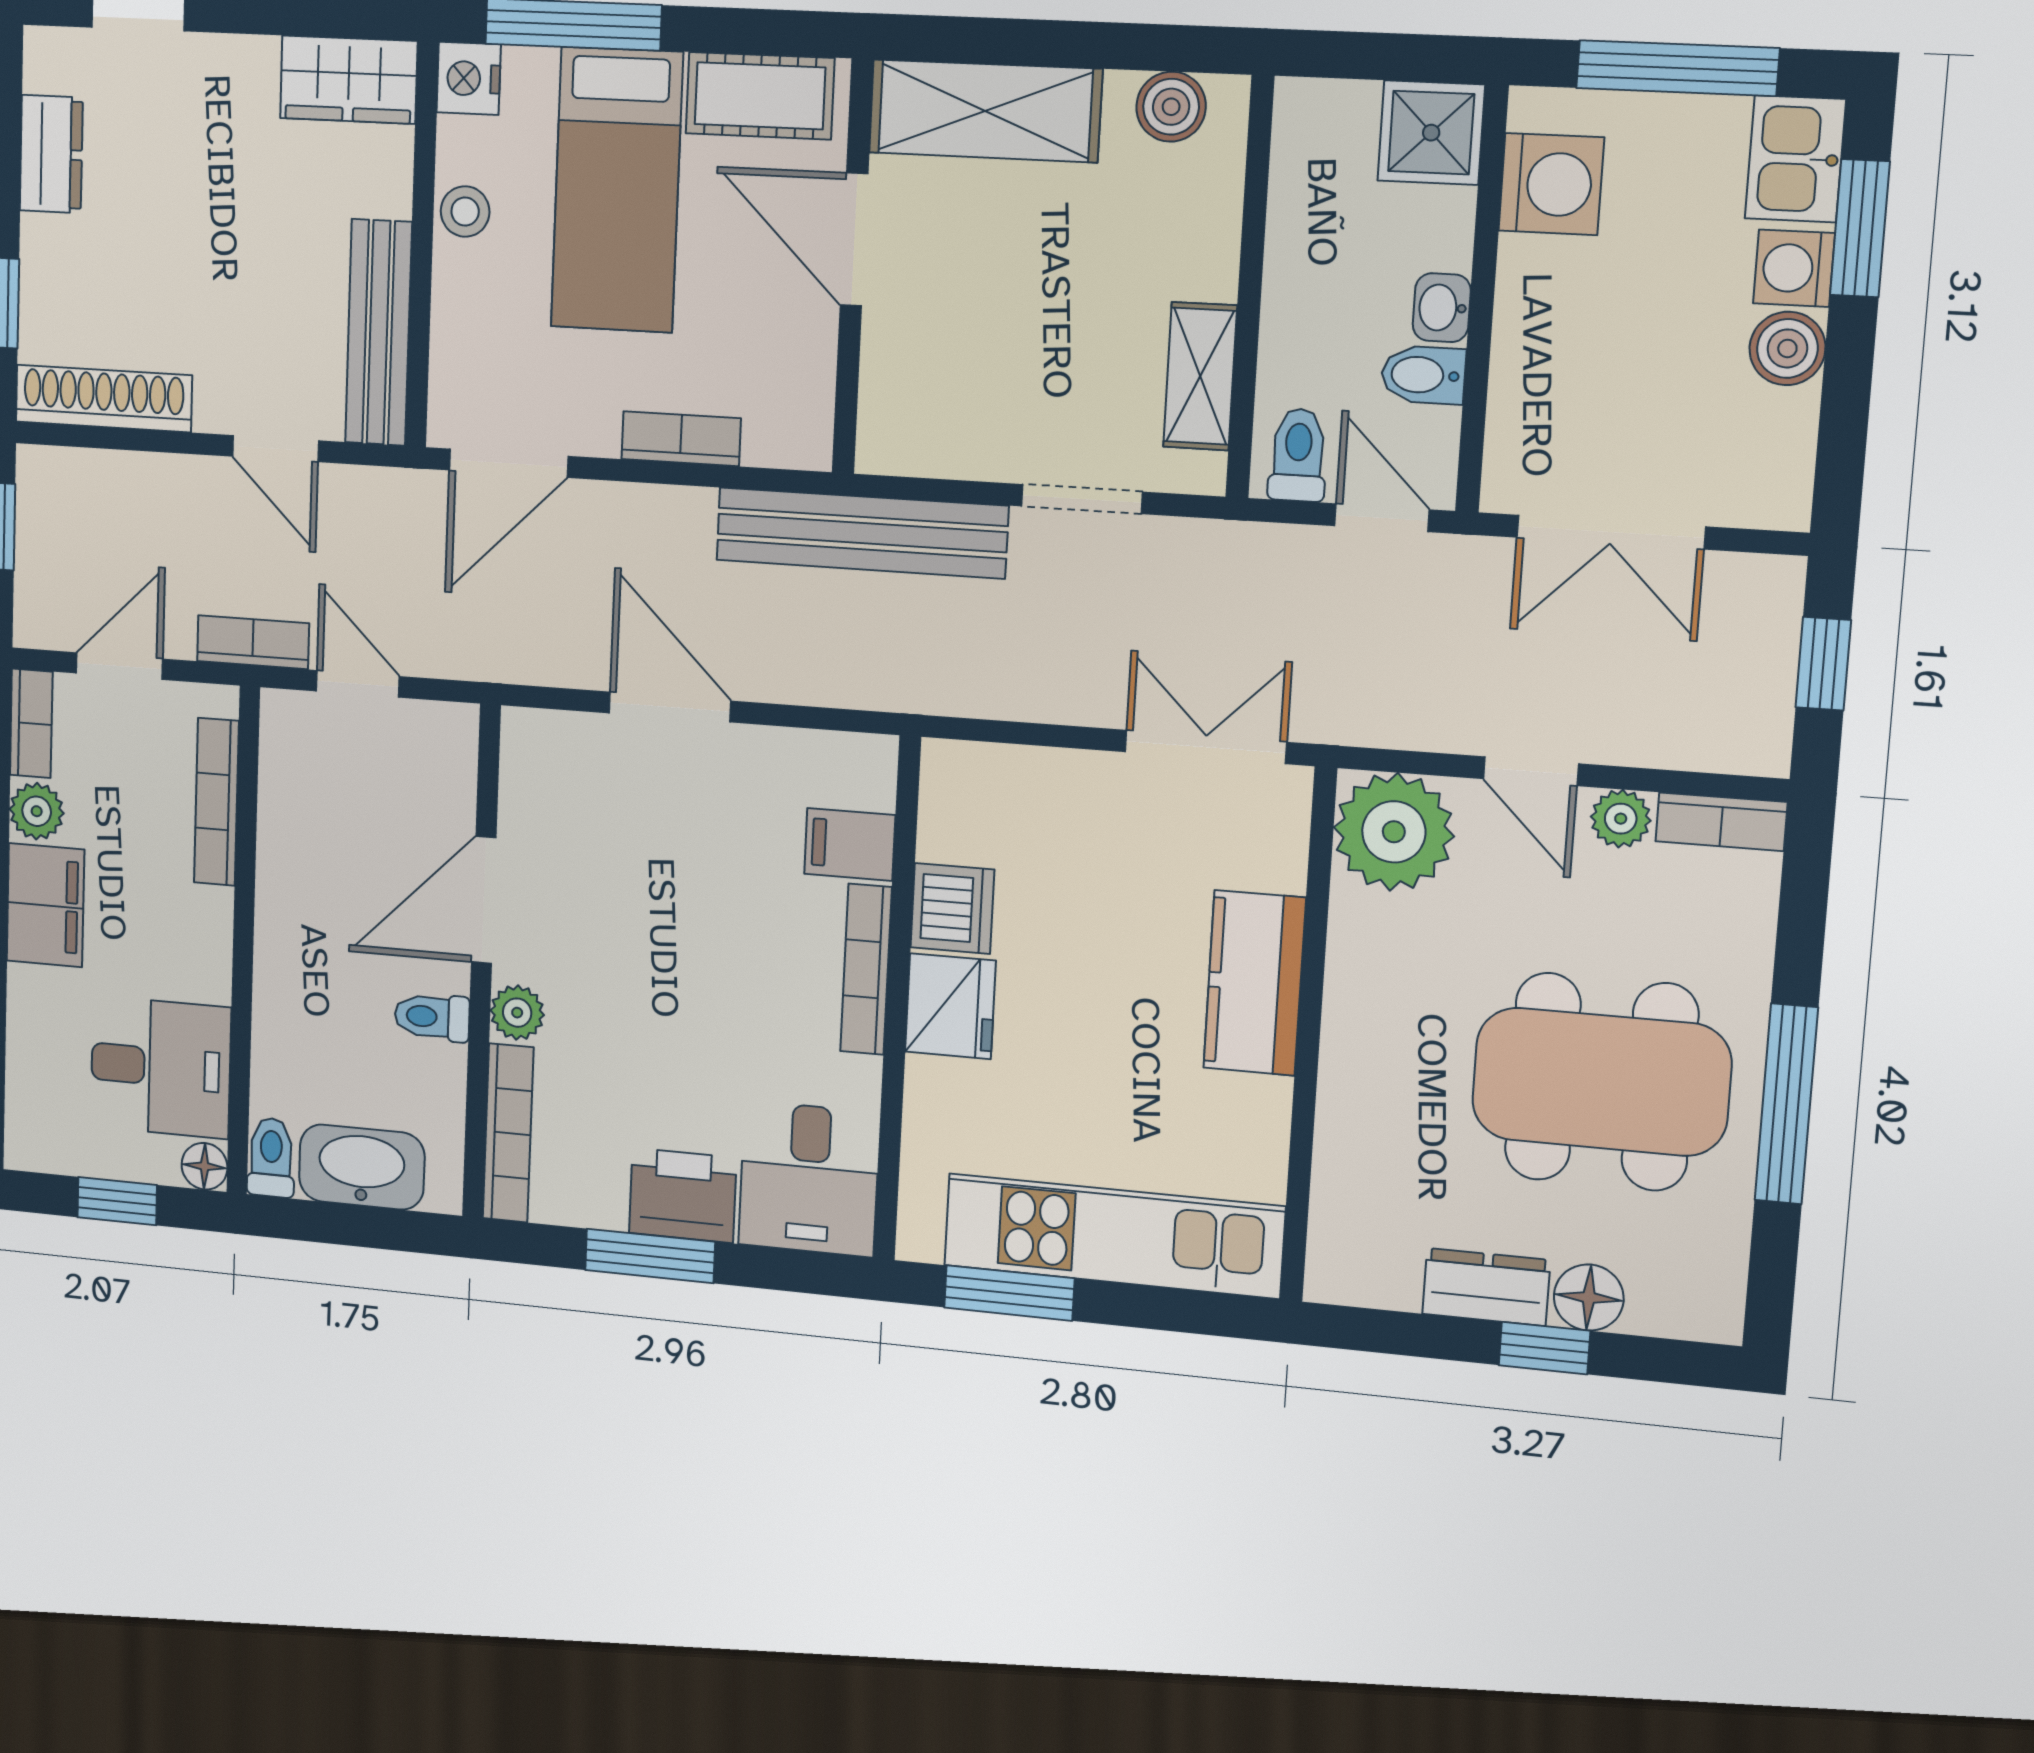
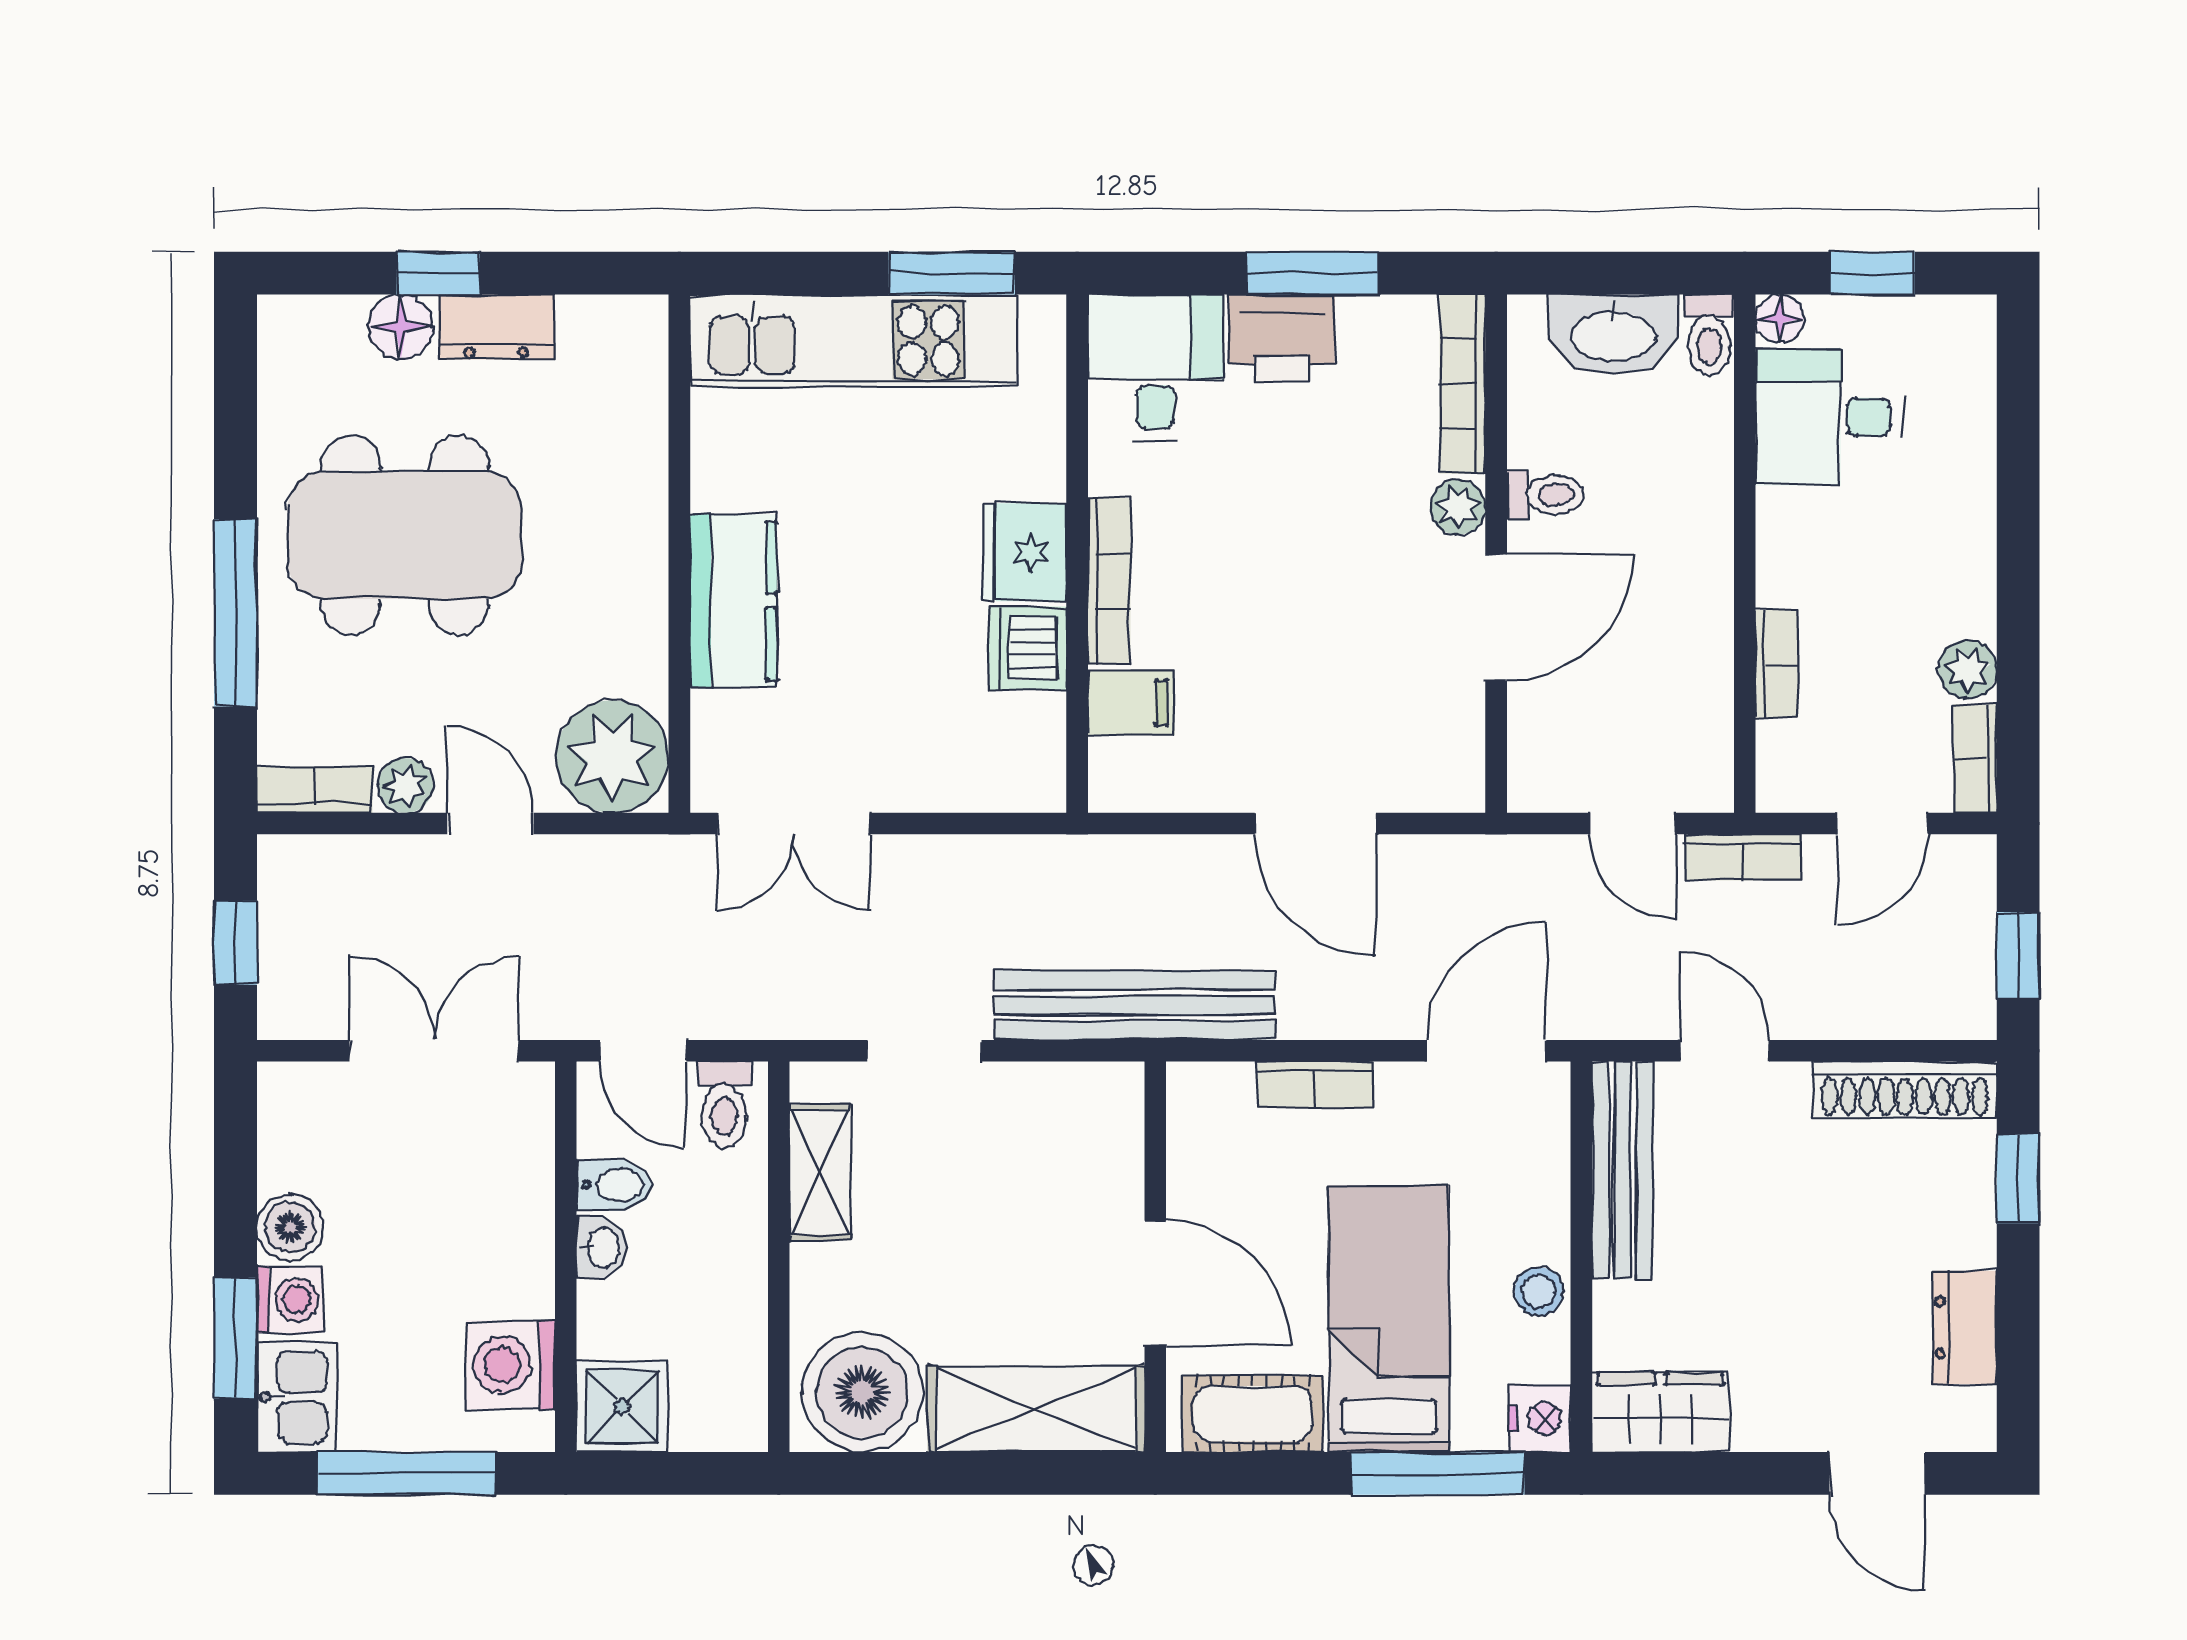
boiler: (1171, 107) -> (862, 1392), width x1.86, depth x1.86
bookcase: (216, 802) -> (1777, 664), width x0.64
filing cabinet: (45, 905) -> (1956, 574), removed
window: (1786, 1104) -> (235, 613), moved

